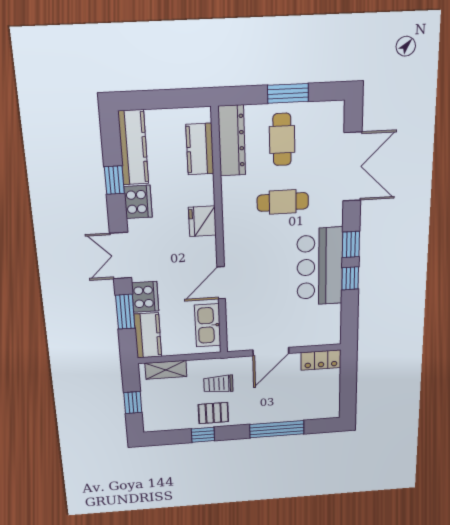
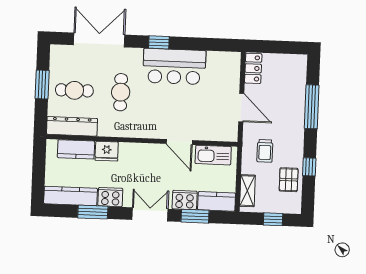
window: (114, 180) -> (93, 212), width x1.50
fridge: (202, 221) -> (107, 151), moved
double door: (121, 256) -> (150, 214), swing flipped
window: (350, 278) -> (186, 43), removed
pallet: (213, 413) -> (289, 180), moved

